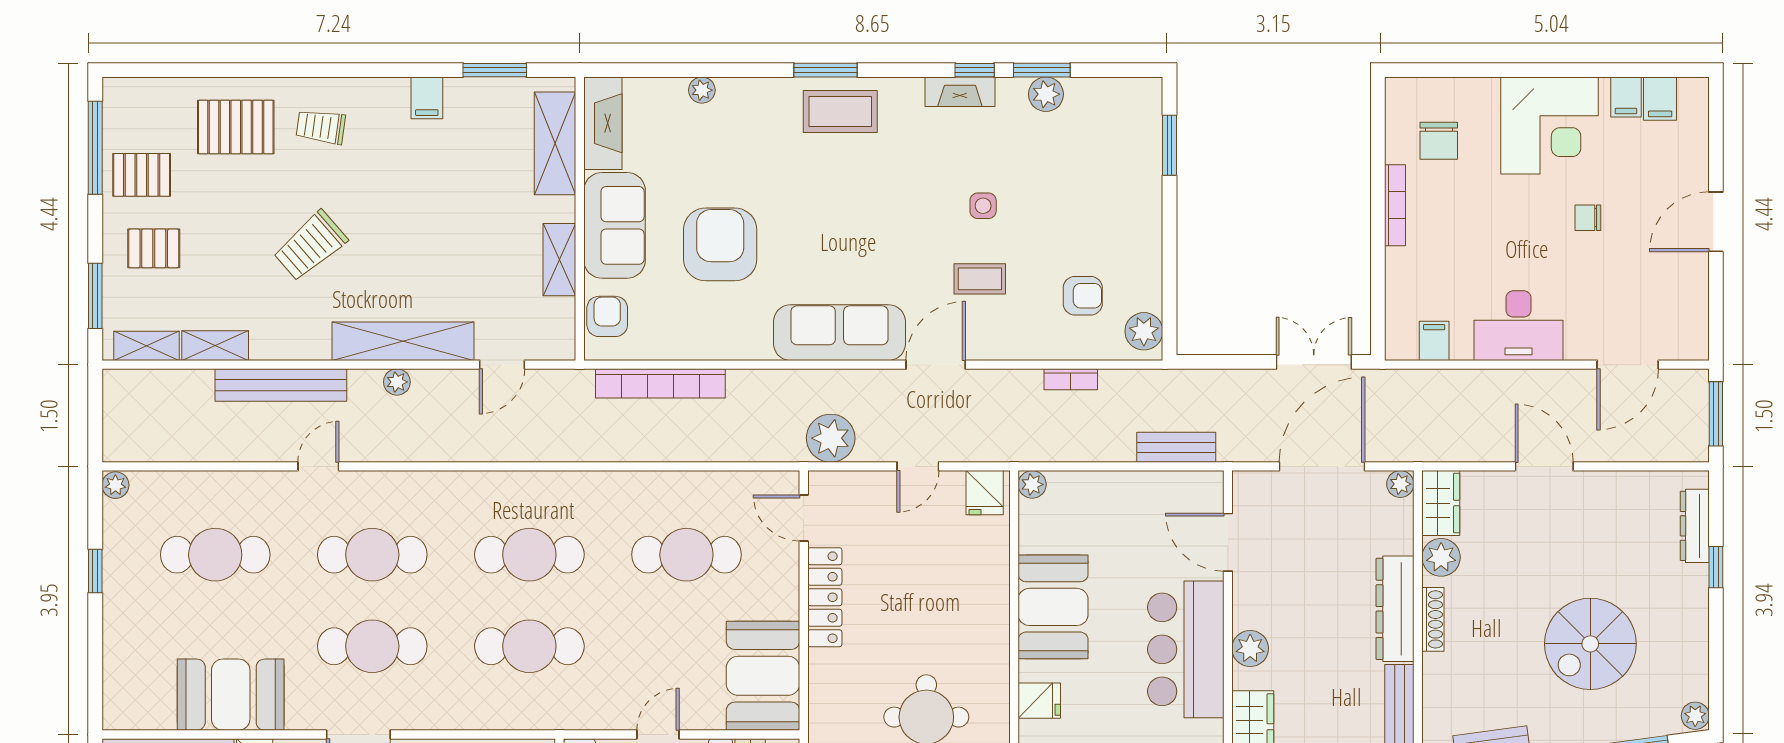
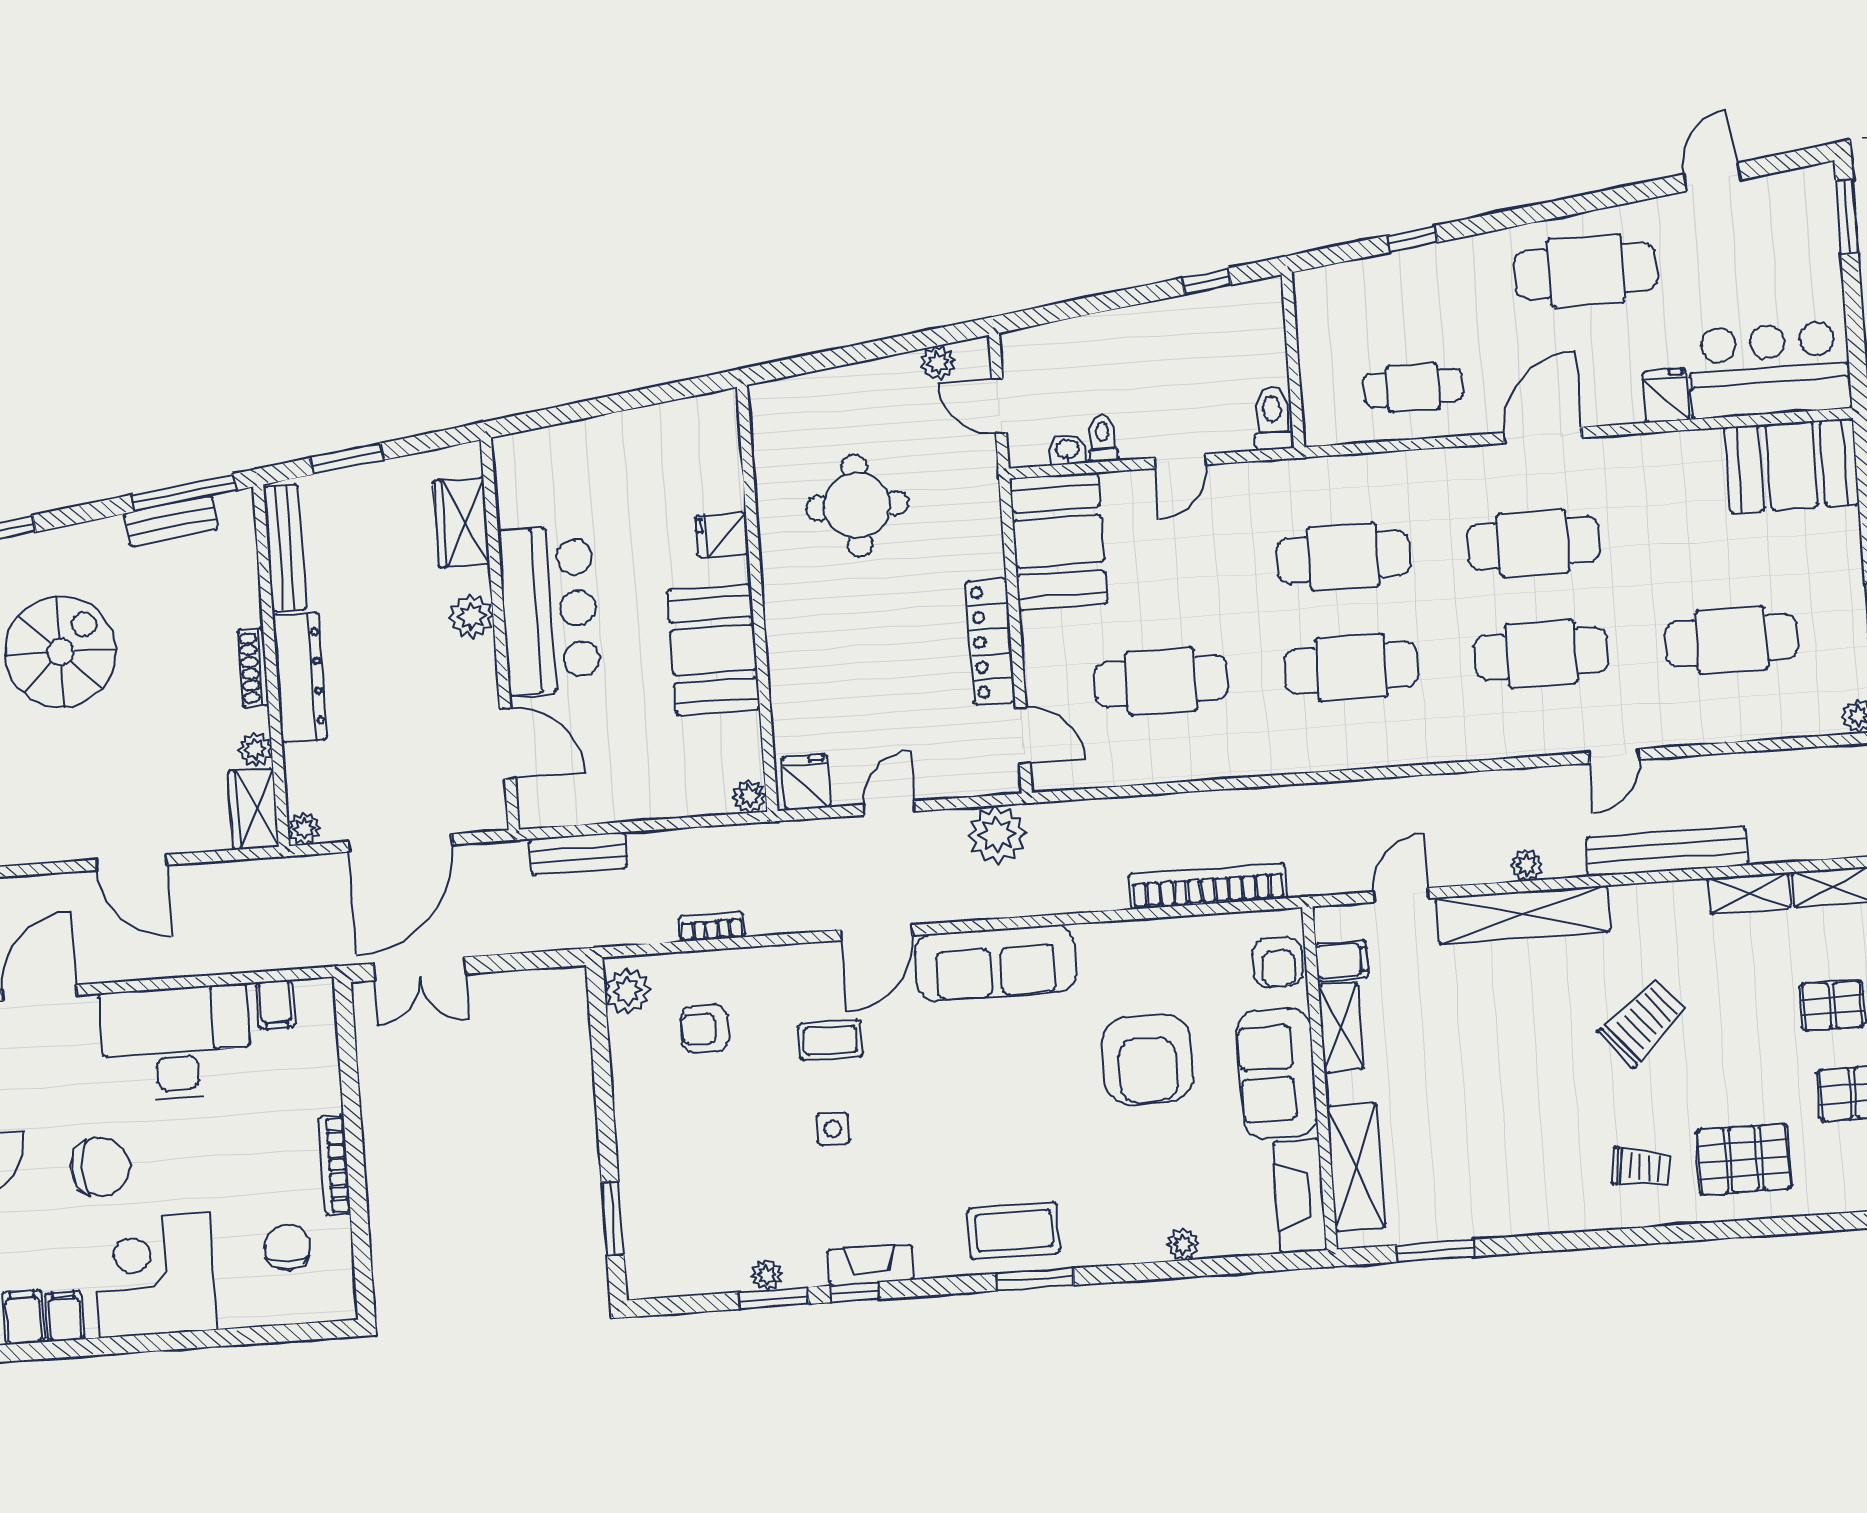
plant: (1046, 94) -> (767, 1275), width x0.73, depth x0.73
filing cabinet: (427, 98) -> (1342, 961), moved, turned 90
chair: (1588, 218) -> (100, 1167), width x1.87, depth x1.87
desk: (1518, 326) -> (176, 1043), width x1.36, depth x1.30
plant: (1441, 557) -> (255, 749), width x0.73, depth x0.73
booth: (231, 695) -> (1792, 466), moved

